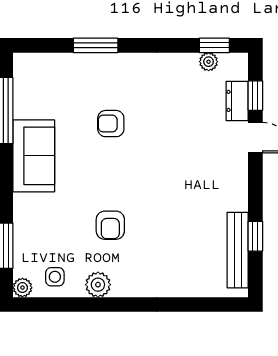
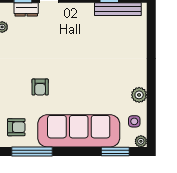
sofa: (34, 156) -> (79, 131), width x1.85, depth x1.27
armchair: (110, 225) -> (16, 127), moved

